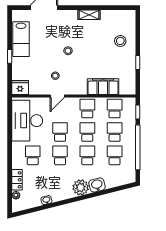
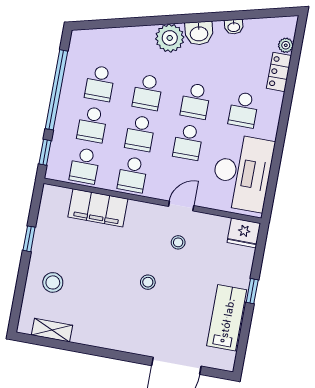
shelving: (89, 15) -> (52, 330), moved
washbasin: (97, 185) -> (199, 33), moved

